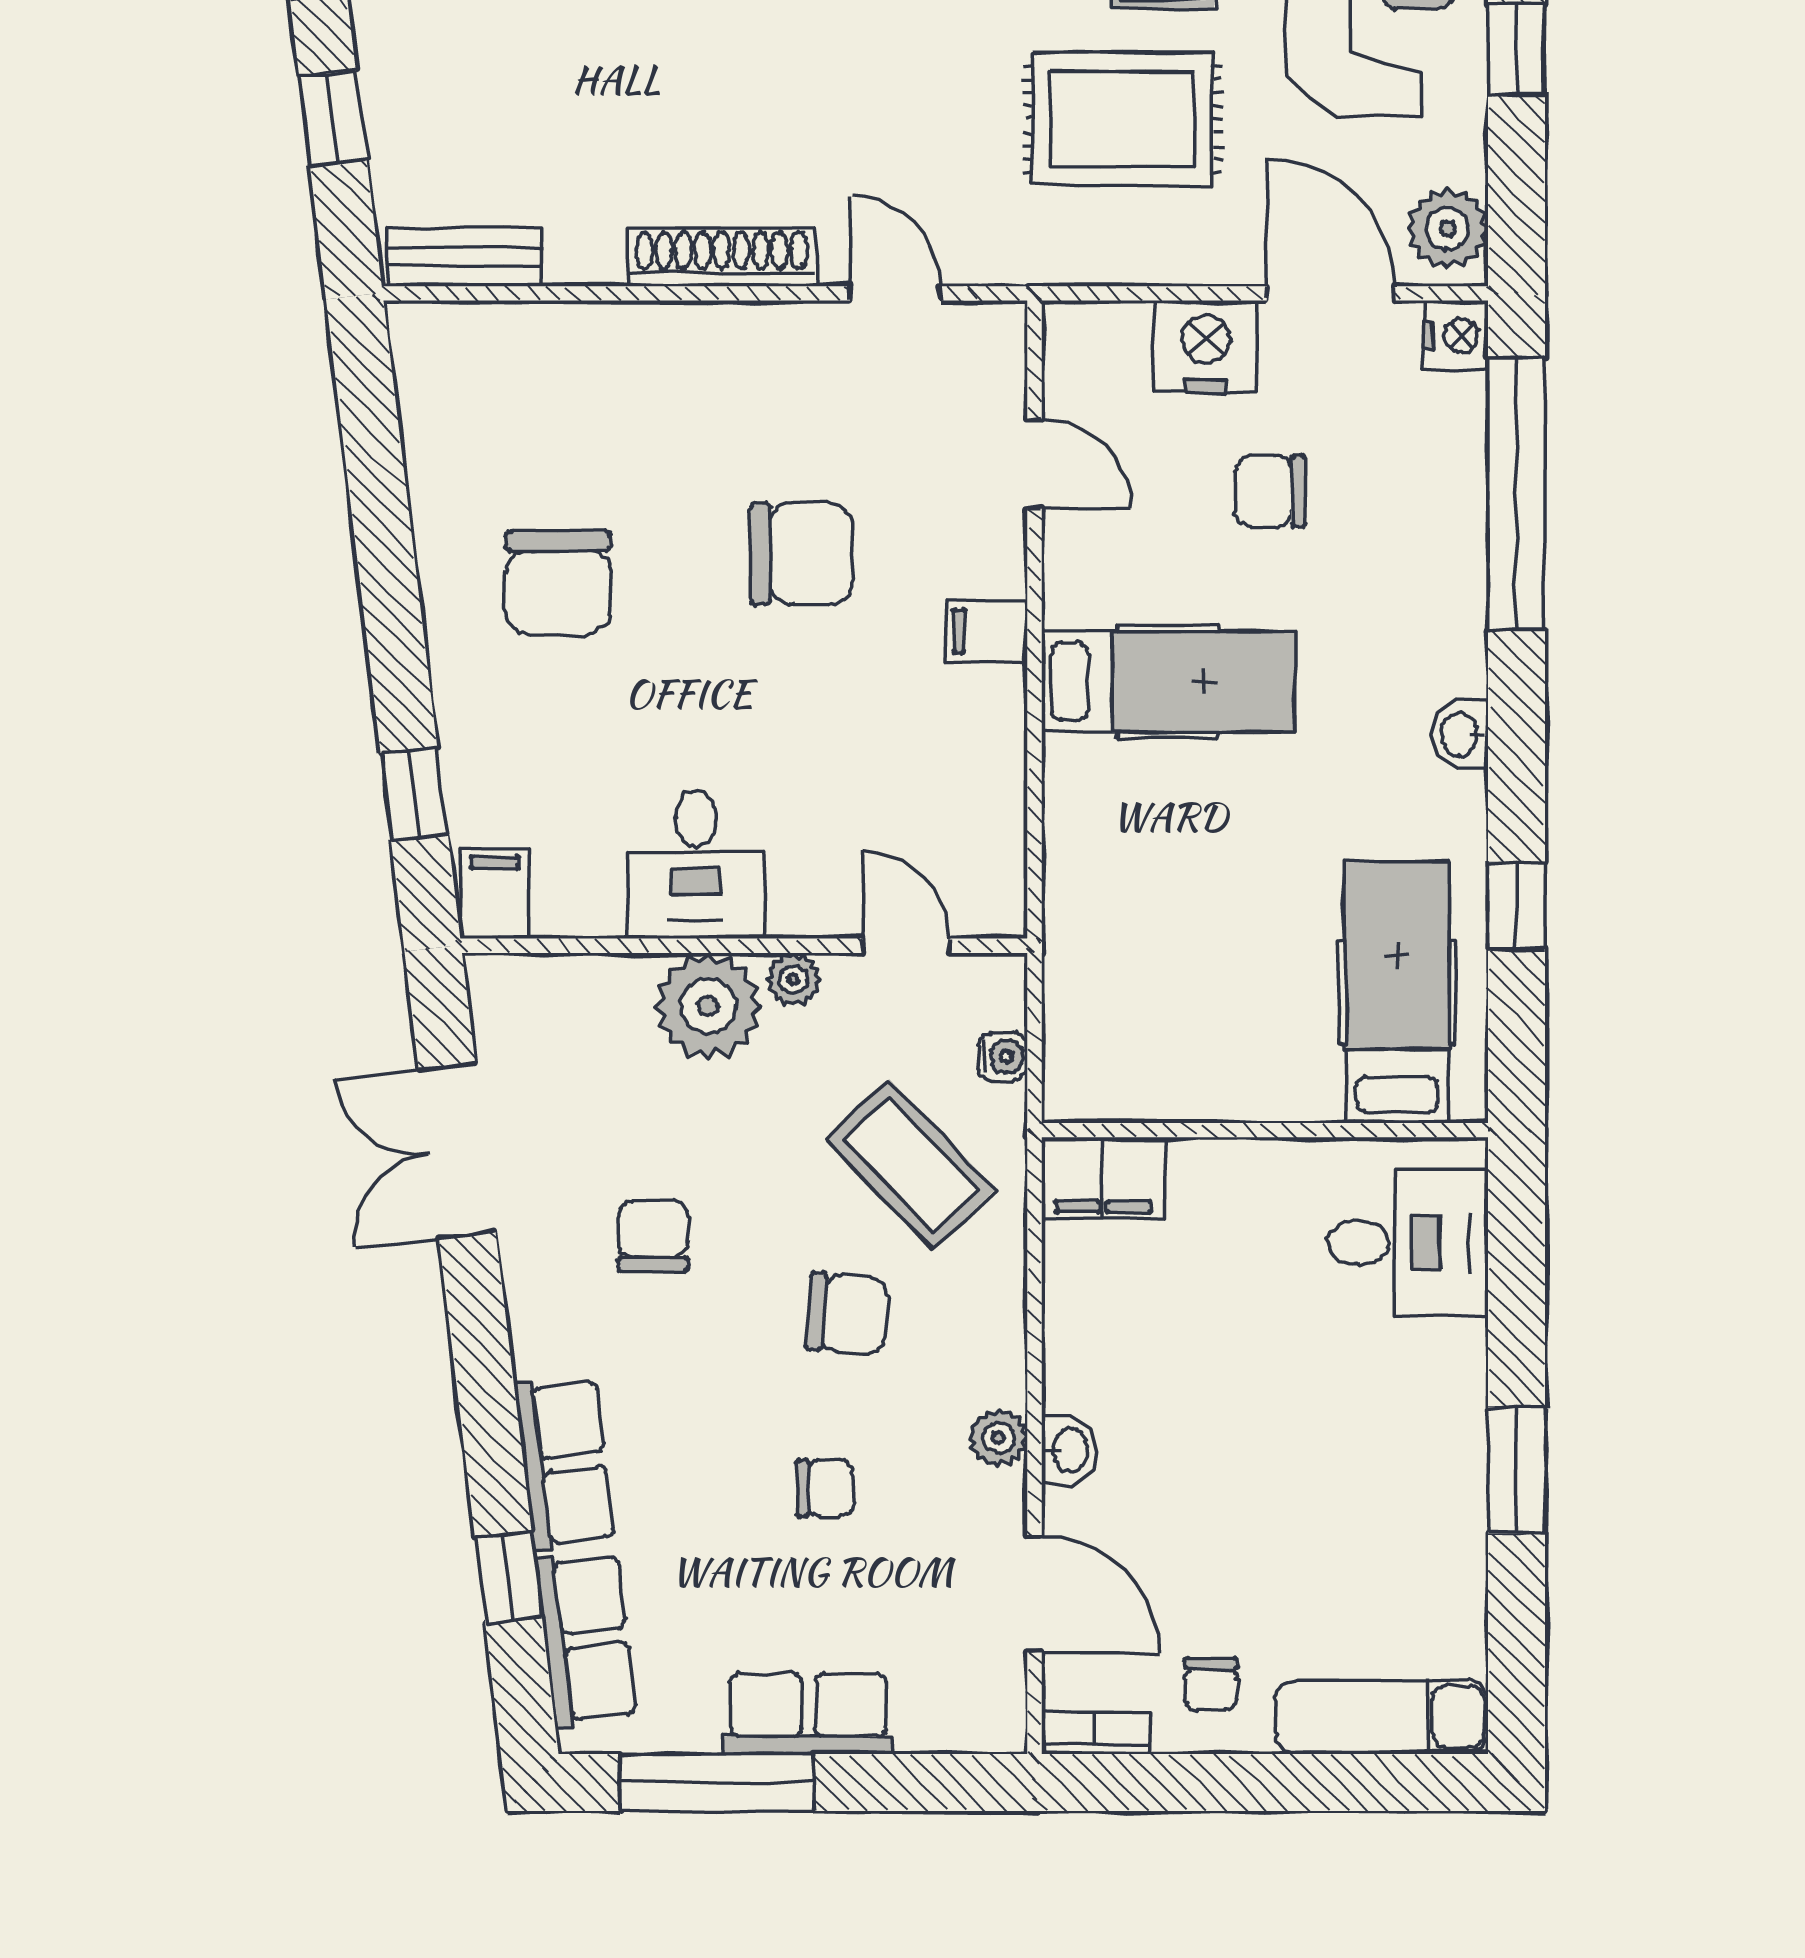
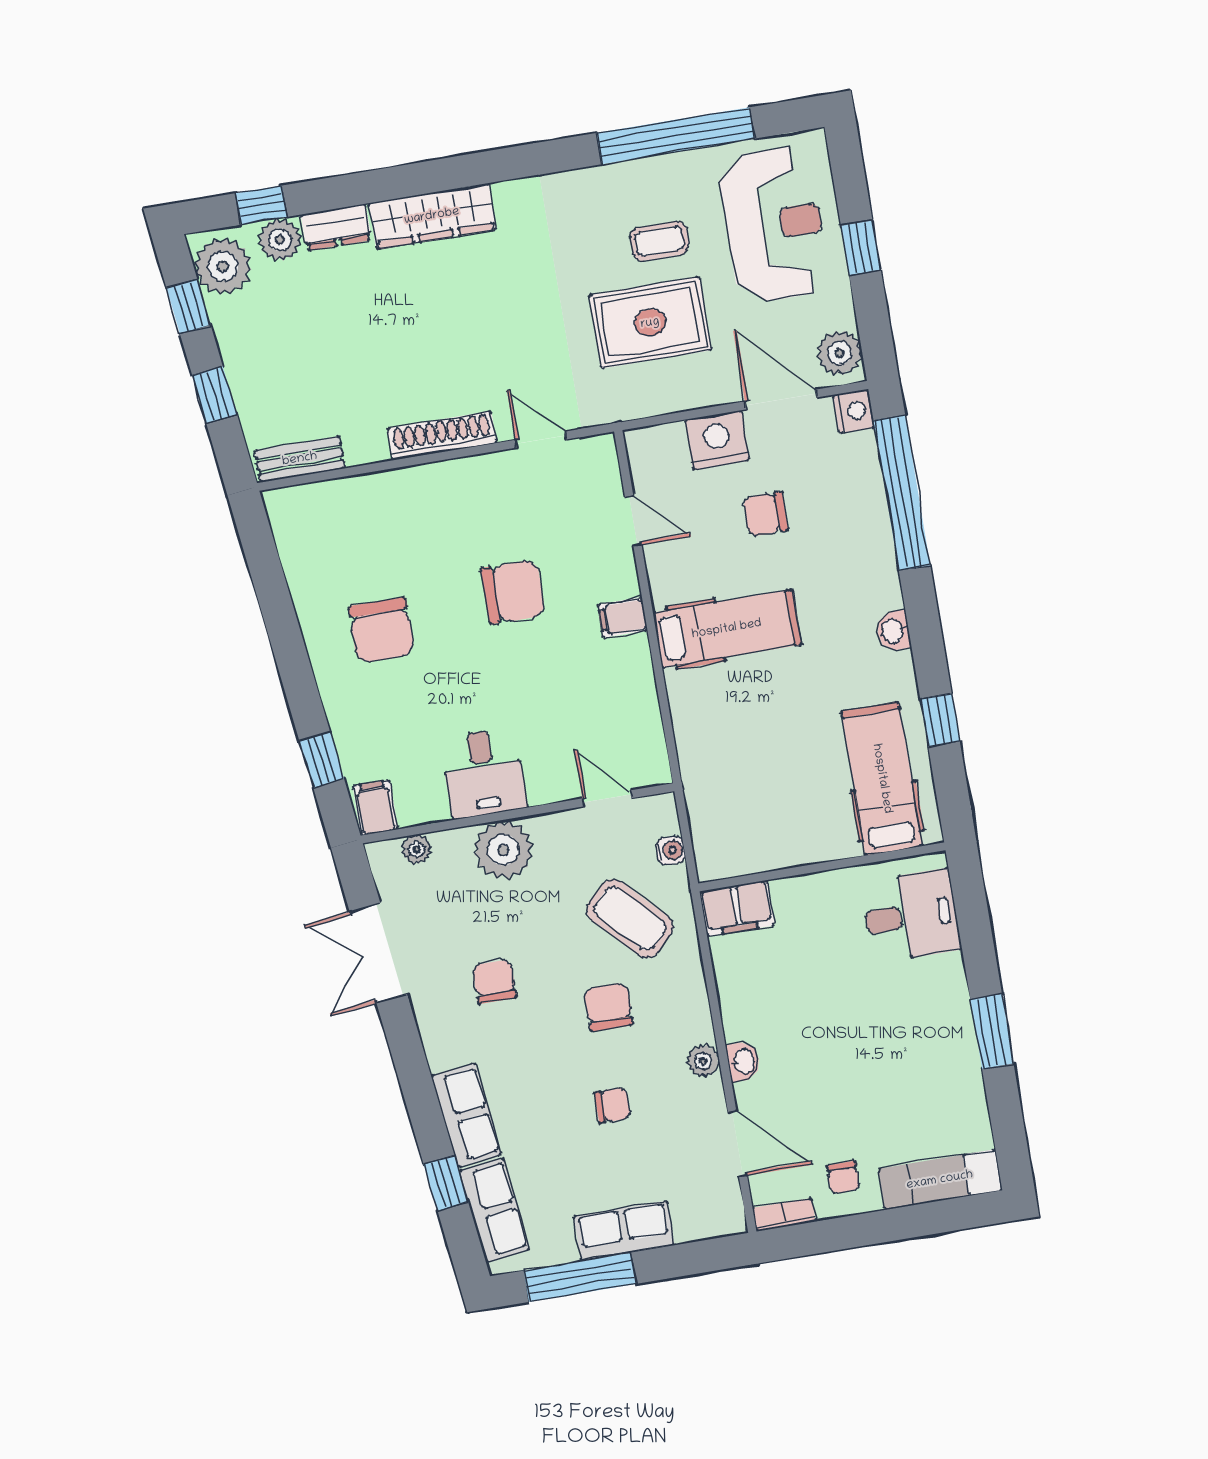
plant: (793, 979) -> (417, 849), moved
chair: (847, 1314) -> (608, 1007), turned -95

